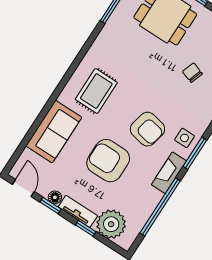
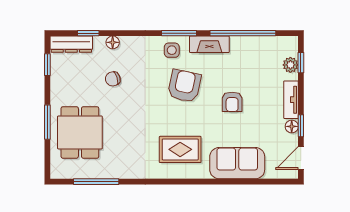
chair: (192, 73) -> (113, 79), turned 53
armchair: (108, 161) -> (232, 102), width x0.53, depth x0.53
plant: (111, 224) -> (290, 65), width x0.53, depth x0.53
window: (86, 228) -> (301, 63), moved

